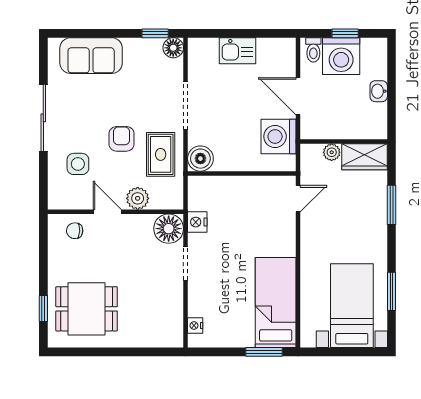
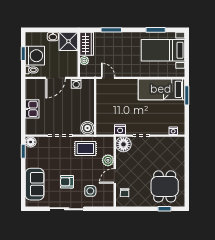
shower: (369, 121) -> (68, 41), added
washing machine: (279, 136) -> (76, 84), width x0.53, depth x0.53
armchair: (122, 139) -> (67, 182), moved

